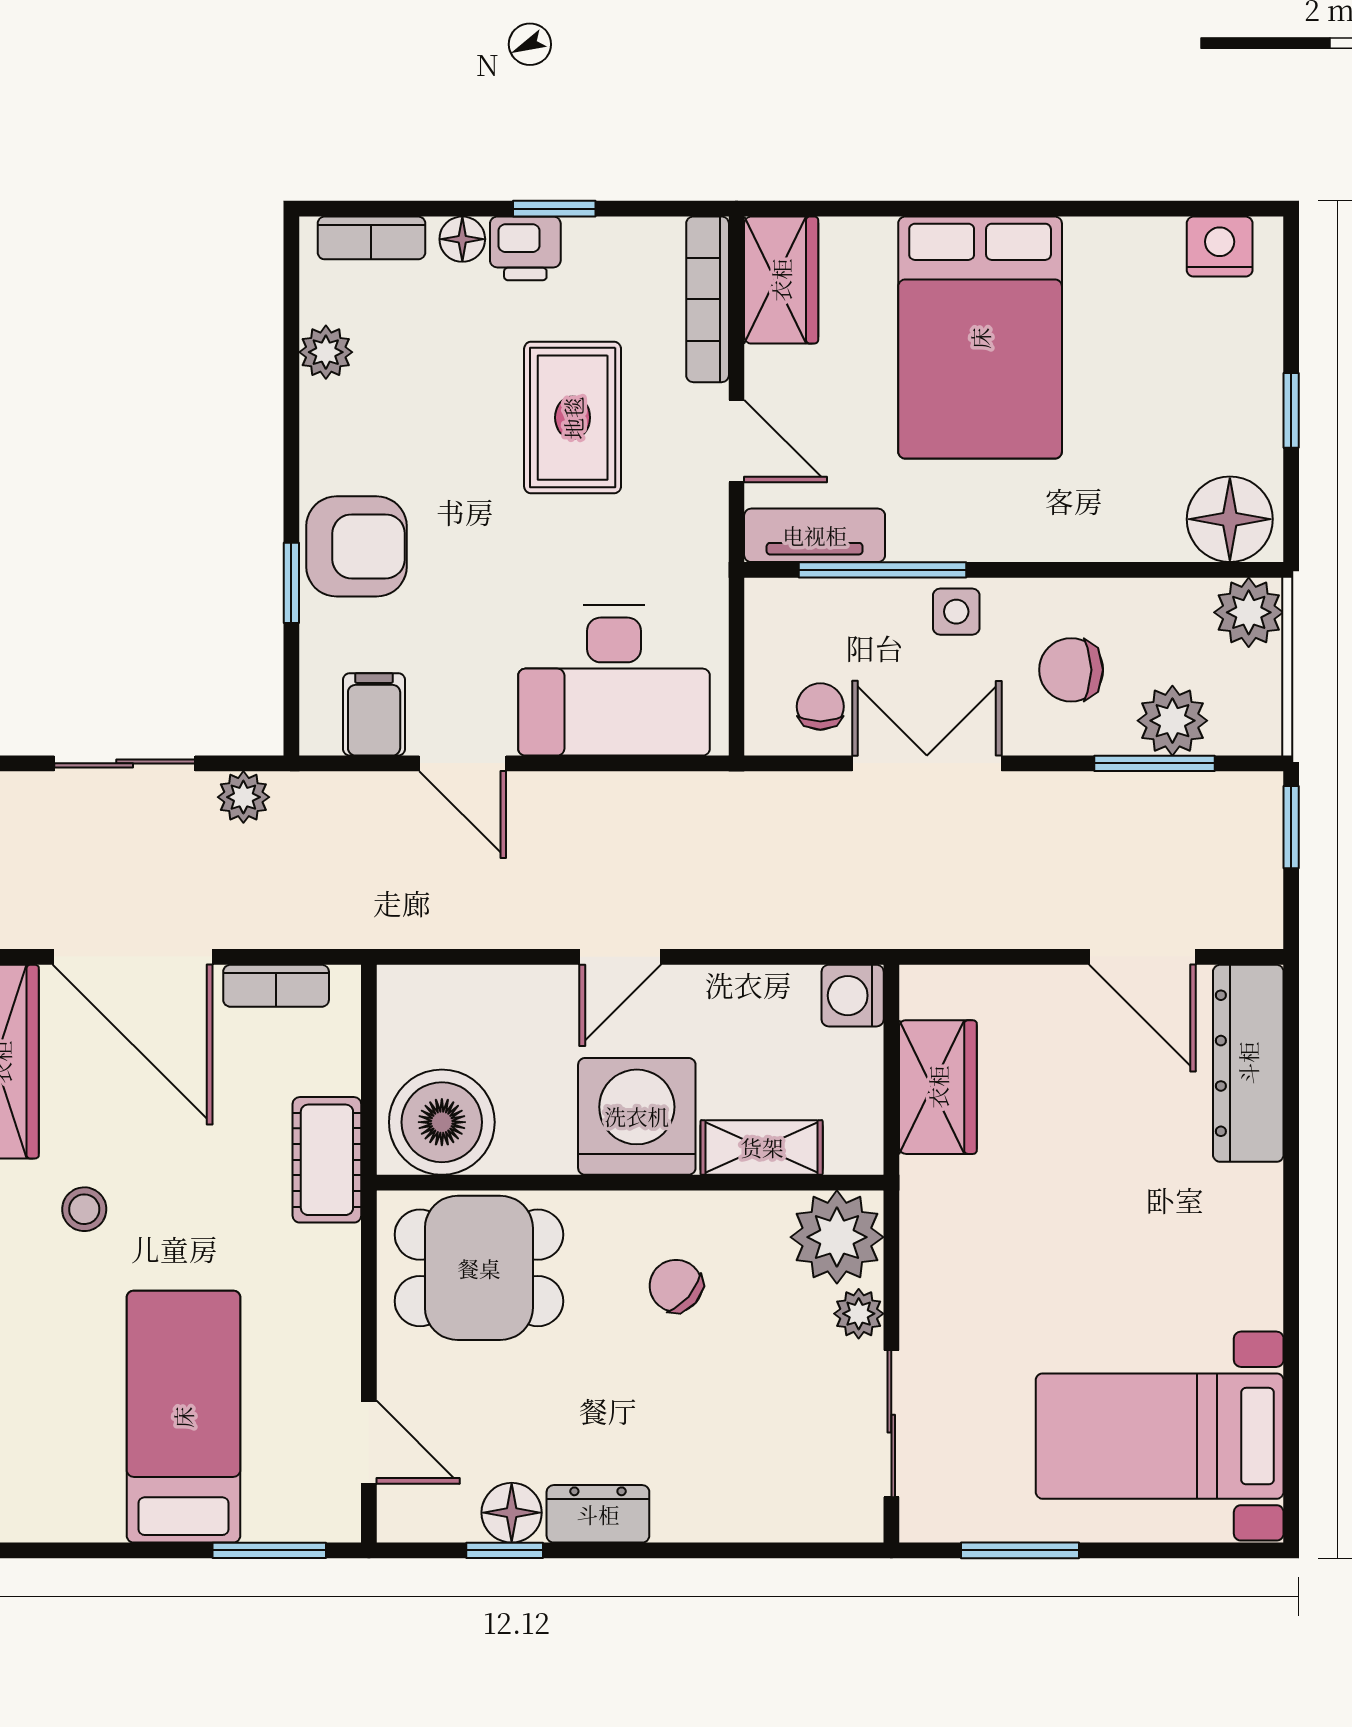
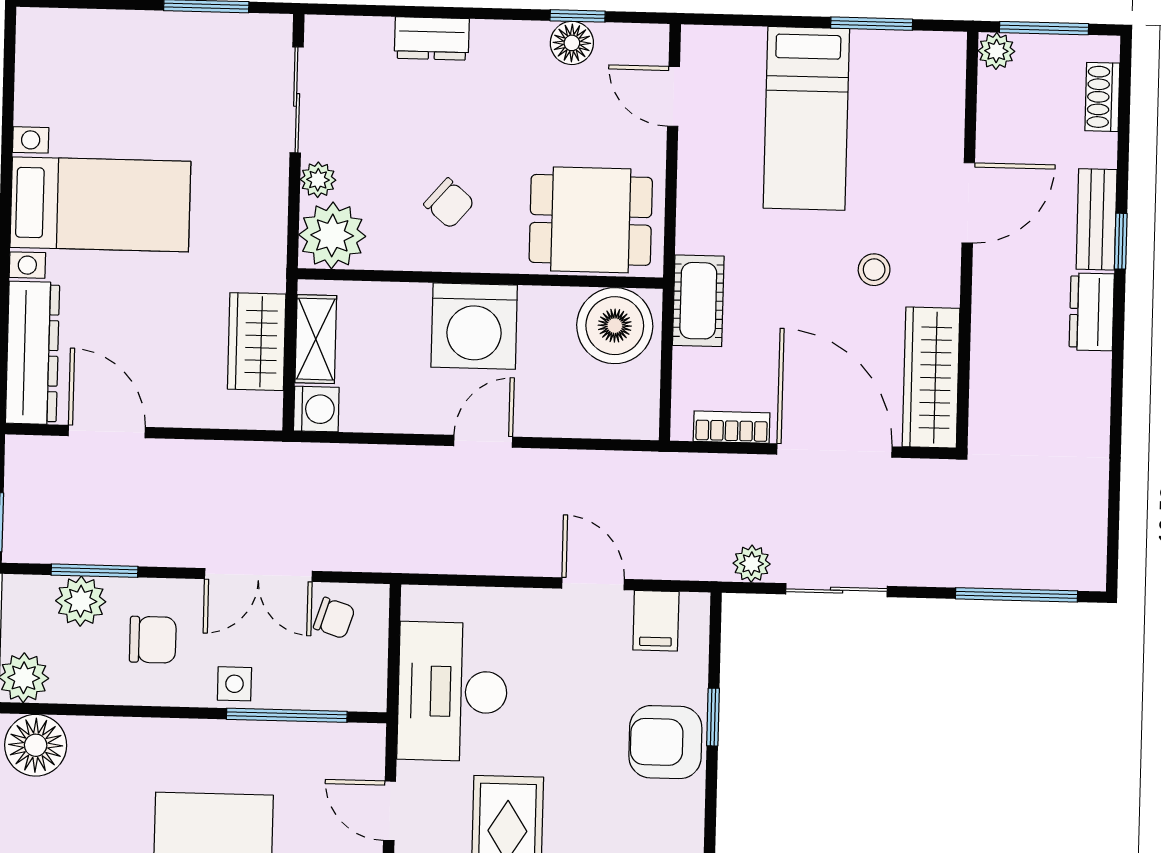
tv unit: (815, 535) -> (335, 741), removed
desk: (614, 680) -> (452, 692), moved, turned -90
chair: (820, 707) -> (334, 618), turned -72
shelving: (762, 1147) -> (316, 339), moved, turned 90
bed with nightstands: (1160, 1436) -> (100, 204), moved
dresser: (598, 1514) -> (432, 38), moved
window: (269, 1550) -> (872, 24), moved

